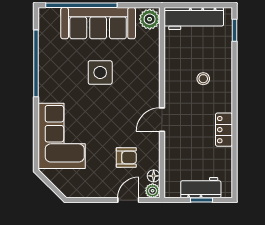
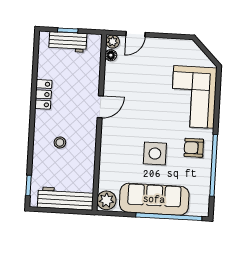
armchair: (126, 158) -> (194, 148), moved

